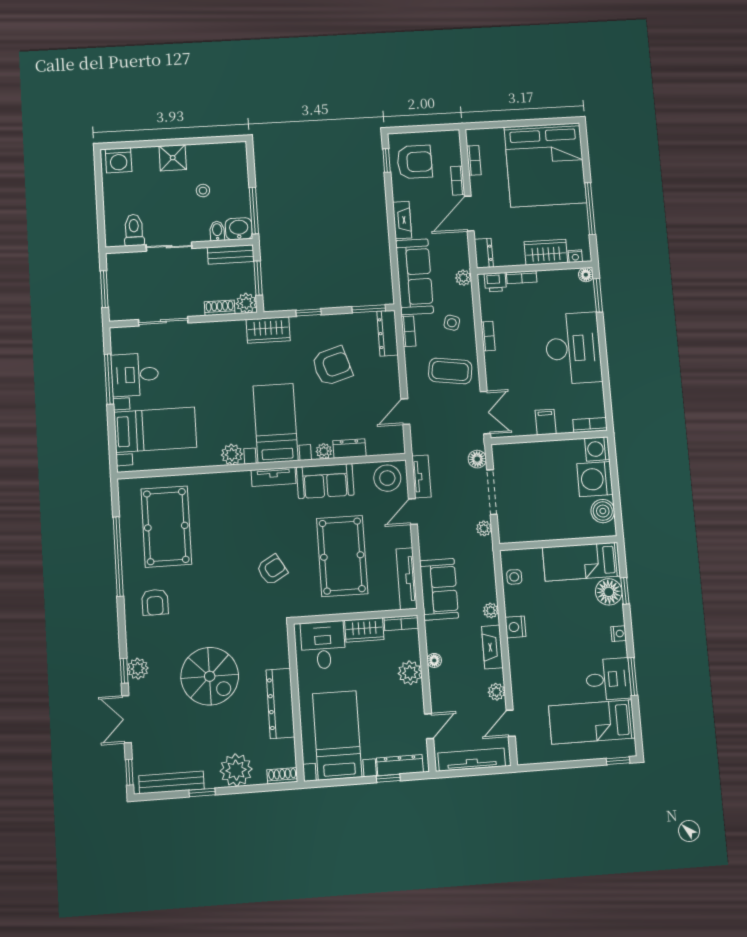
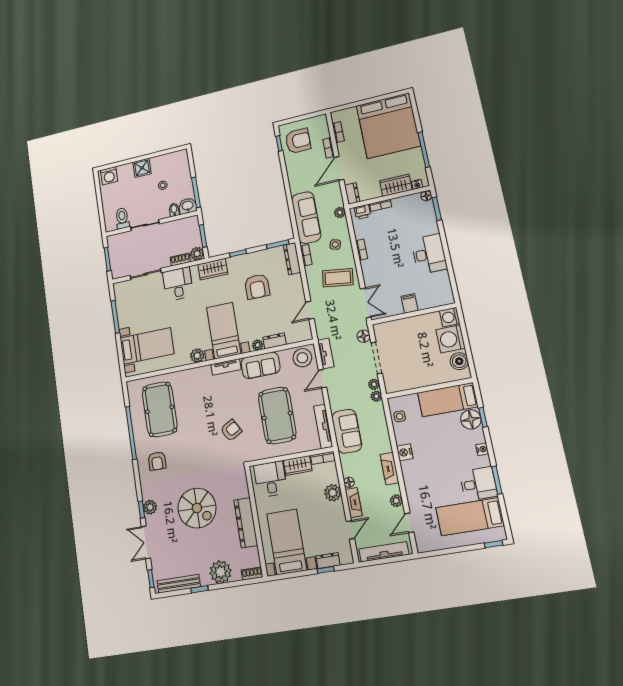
fireplace: (402, 220) -> (354, 503), moved
bench: (231, 254) -> (184, 223), removed
desk: (573, 348) -> (429, 254), width x0.73, depth x0.77
armchair: (332, 366) -> (257, 287), turned 107
desk: (135, 375) -> (178, 284), moved, turned 90
bookcase: (590, 425) -> (442, 301), removed
plant: (491, 611) -> (376, 396), moved
dresser: (400, 765) -> (328, 561), width x0.70

